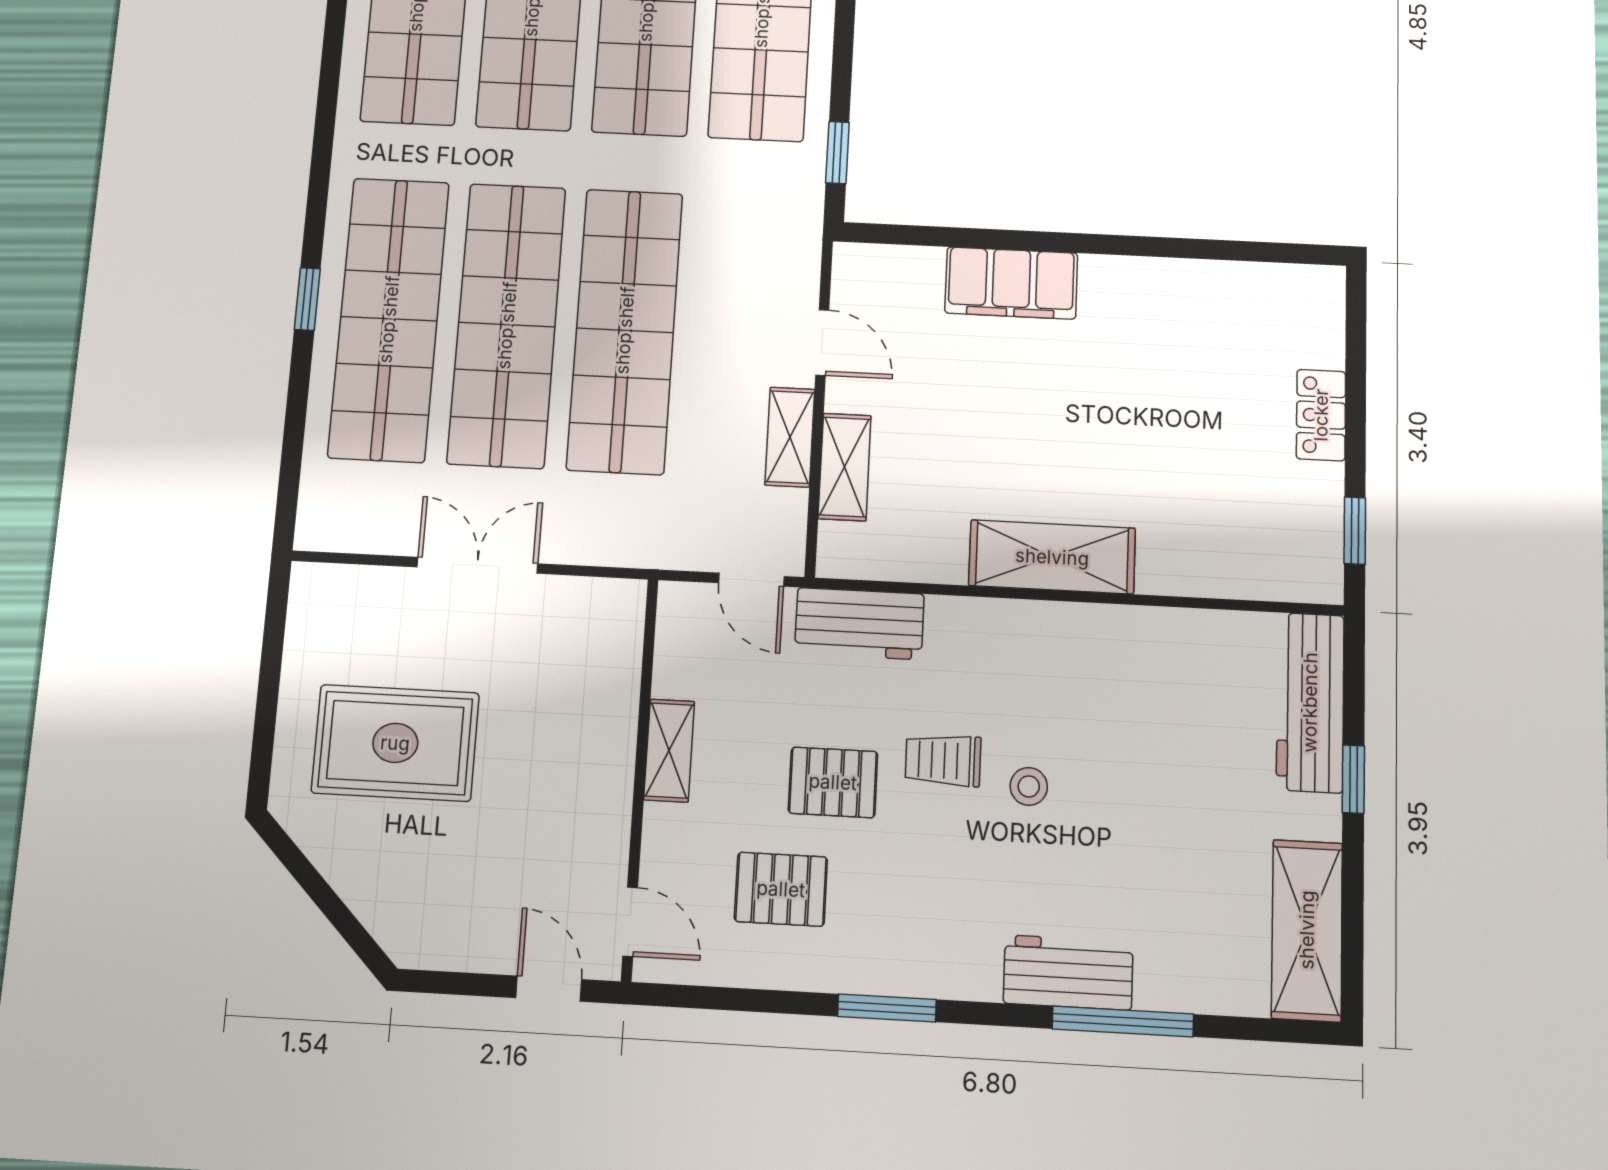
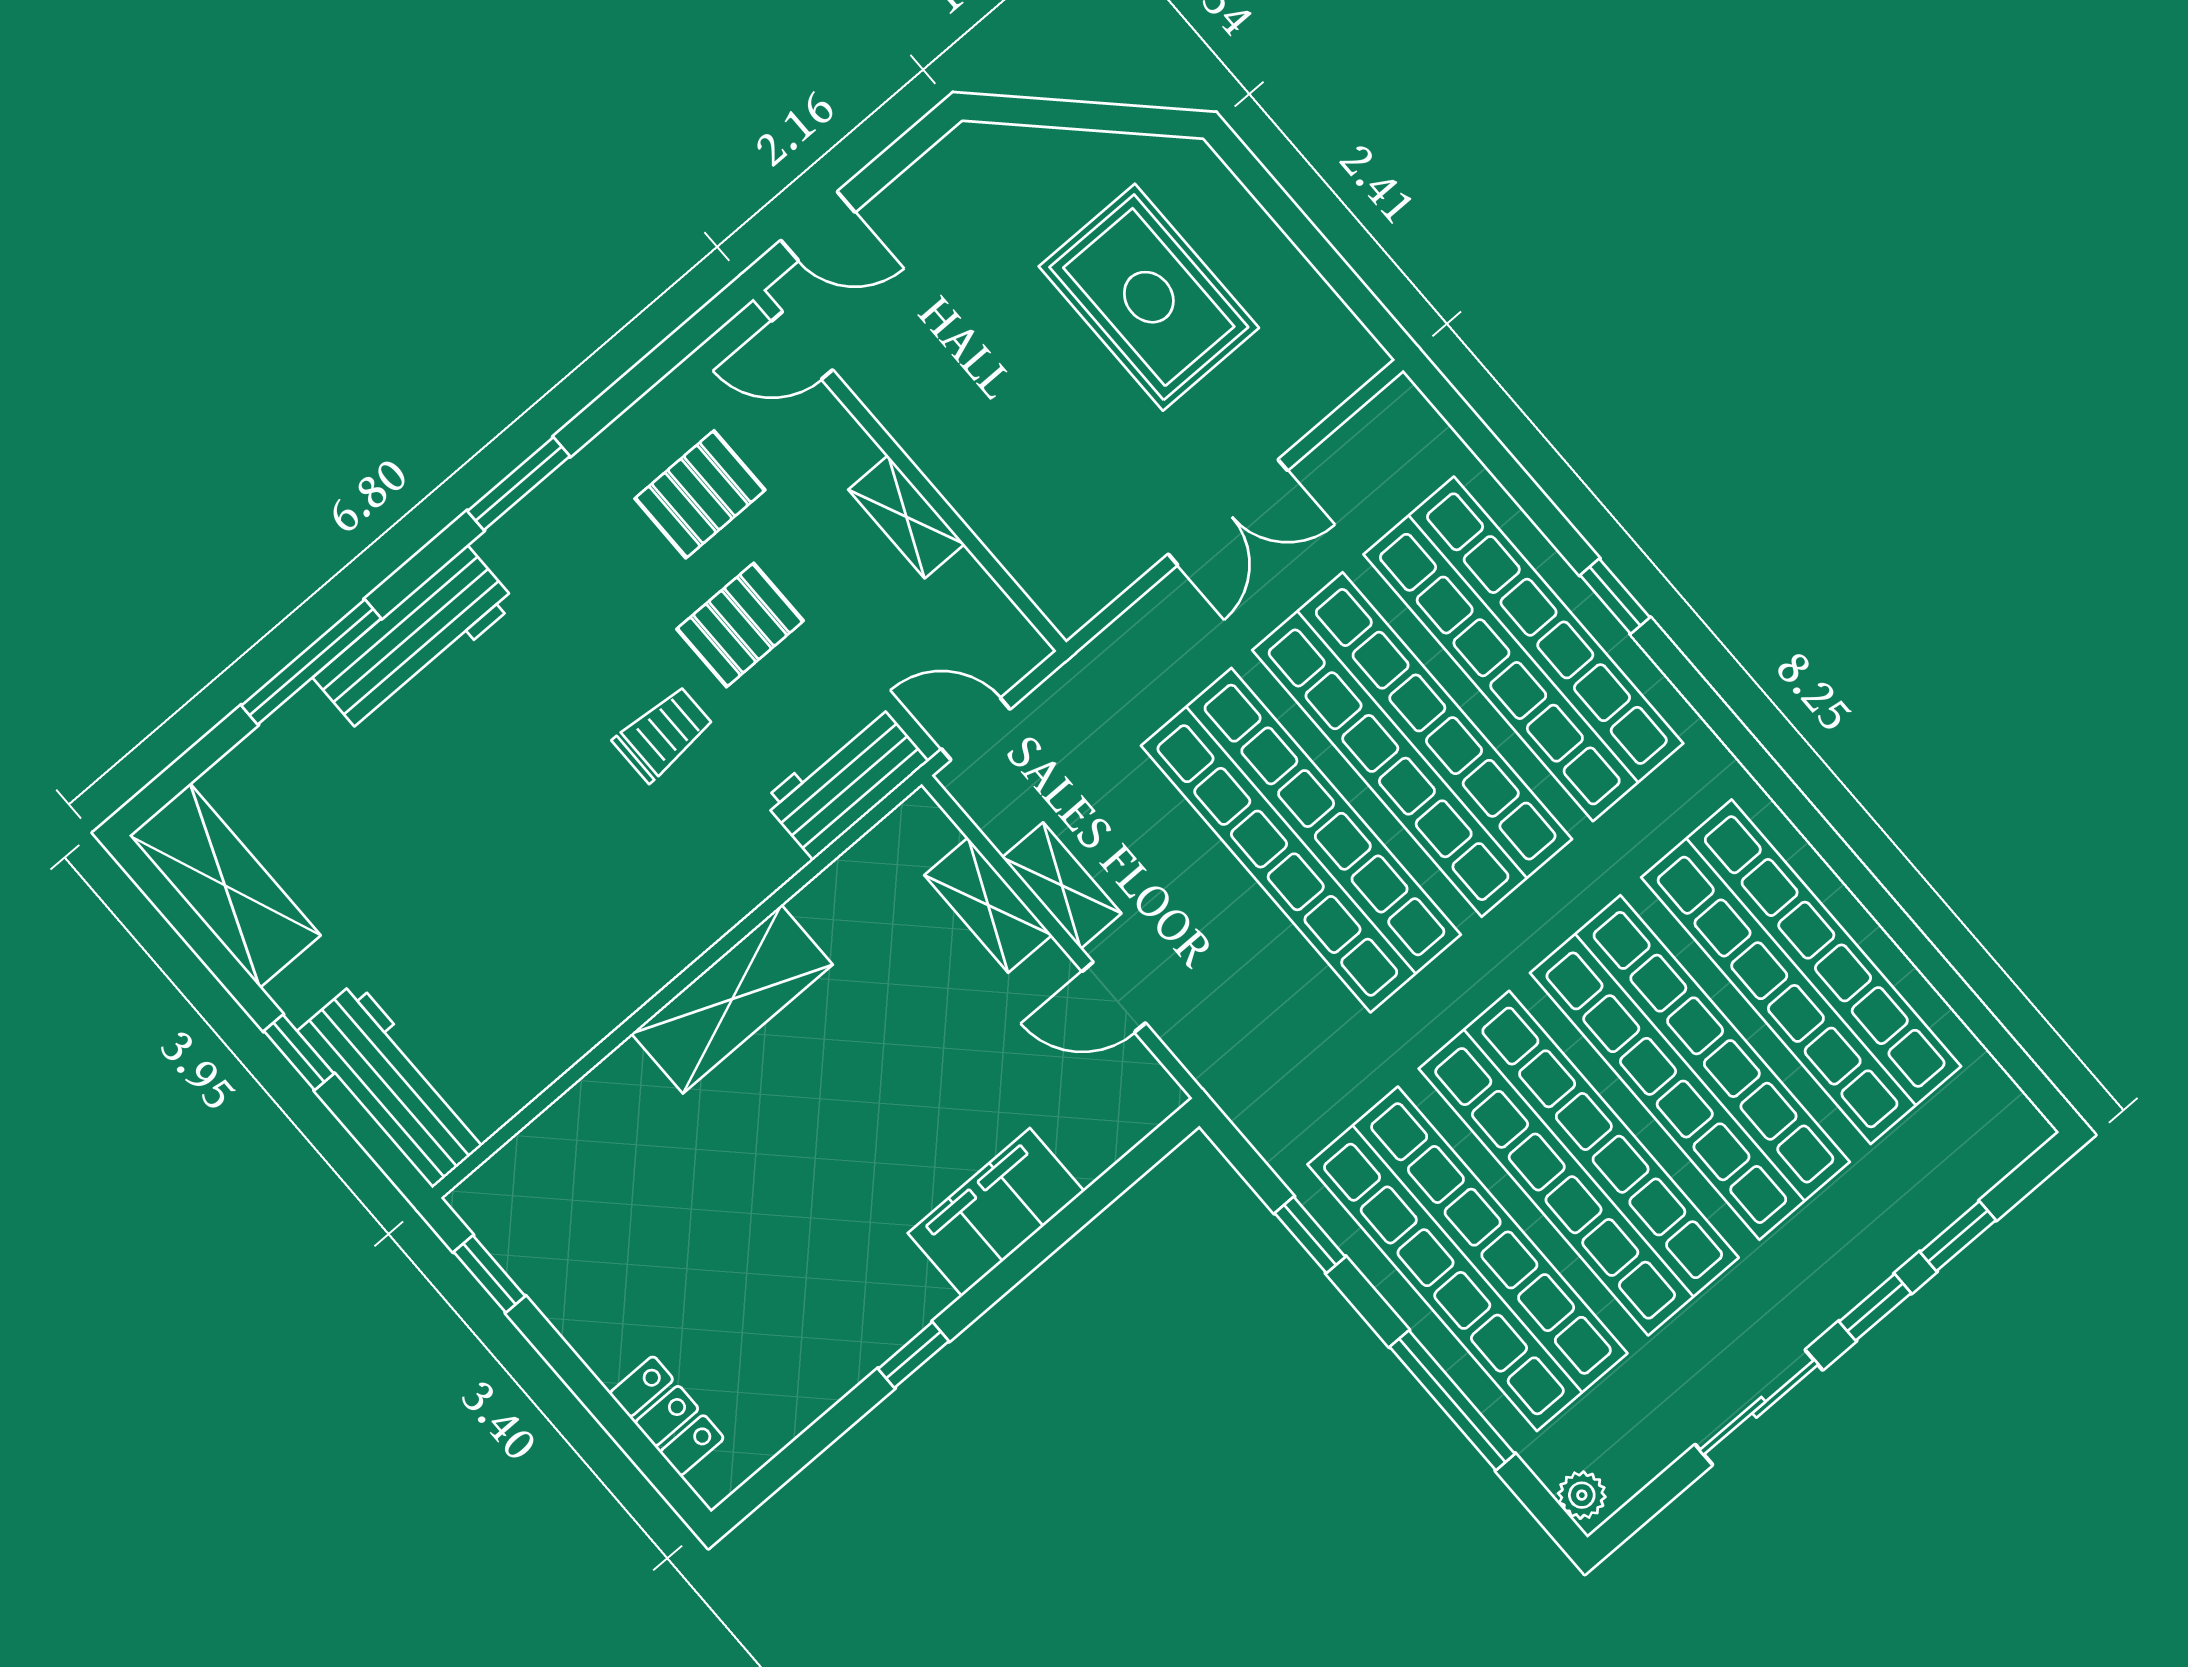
window: (837, 153) -> (1310, 1235), moved
window: (1139, 246) -> (913, 1355), added
locker: (1321, 415) -> (667, 1416), moved
rug: (395, 743) -> (1149, 297), turned 90
stool: (1029, 786) -> (570, 782), removed
workbench: (1068, 972) -> (415, 640), width x1.38

